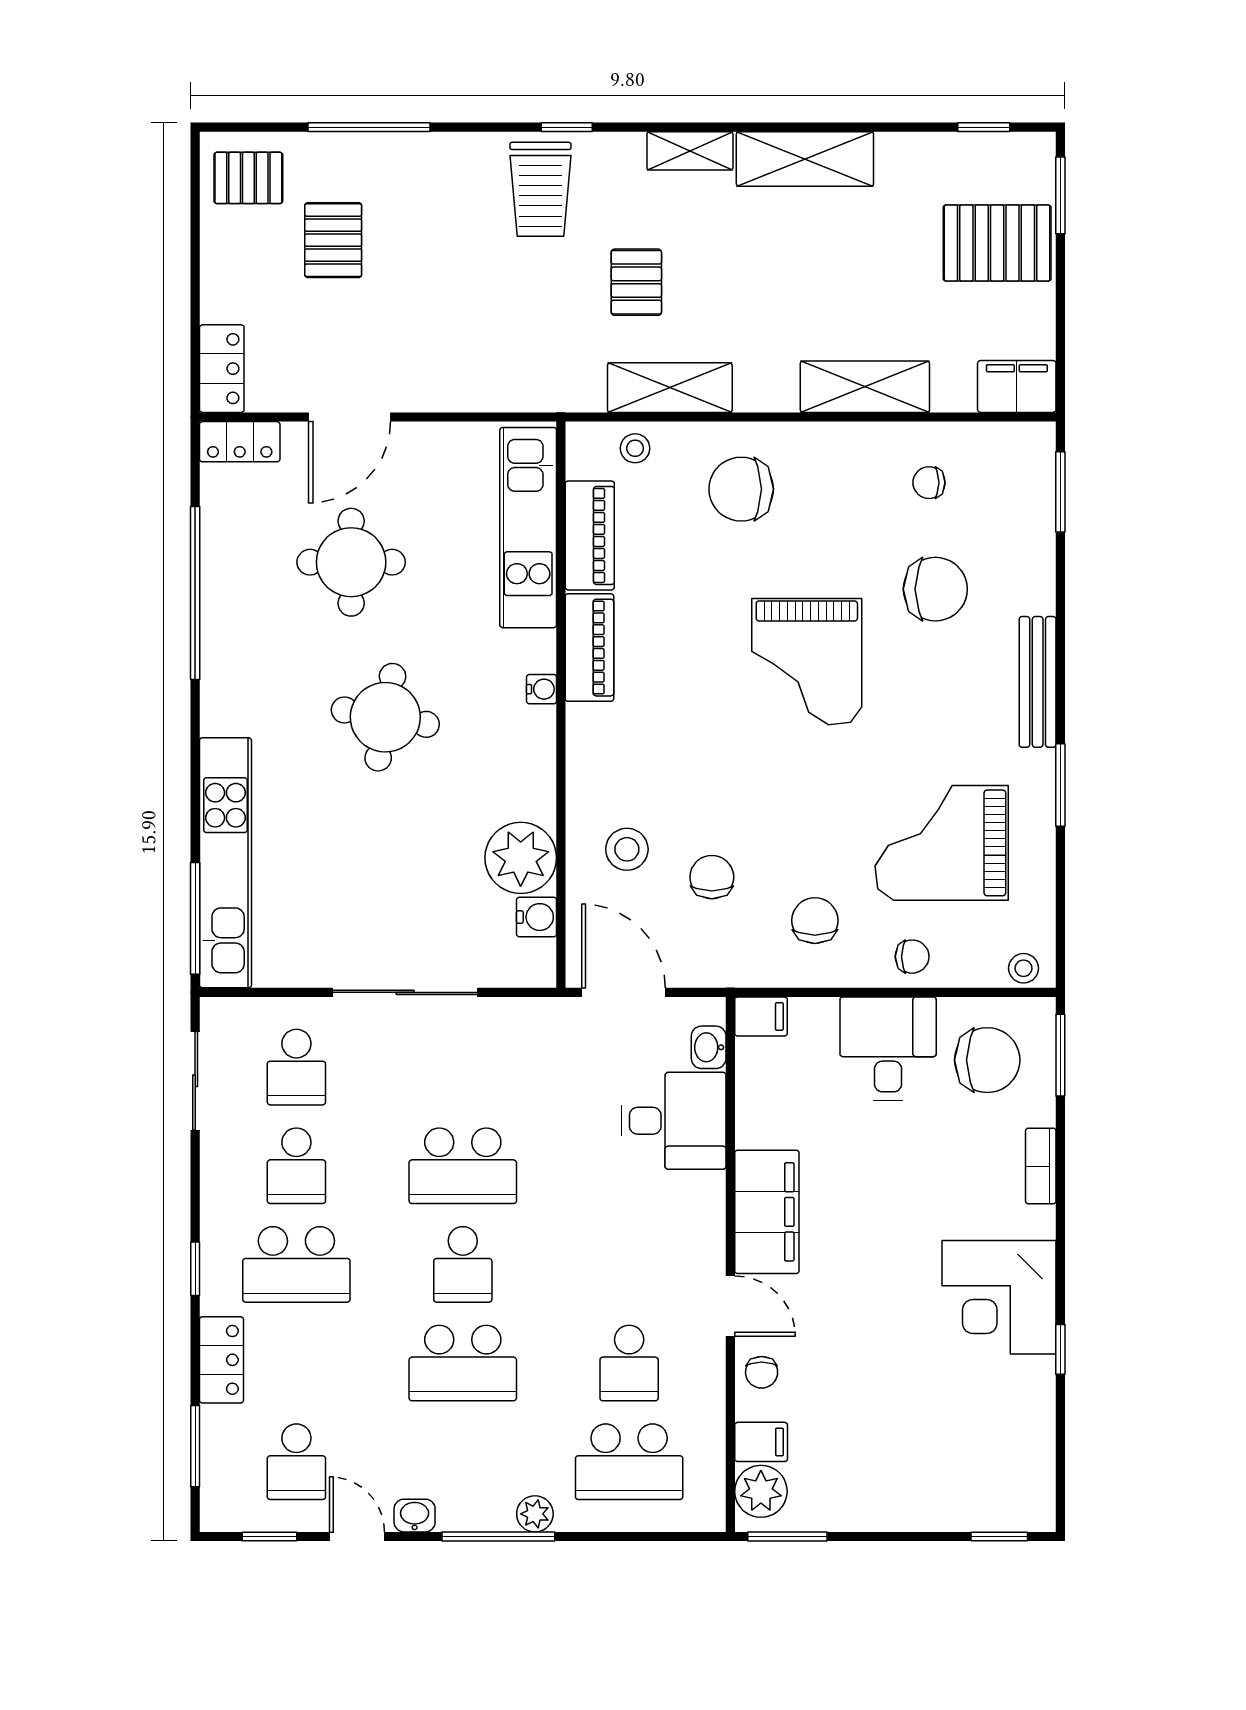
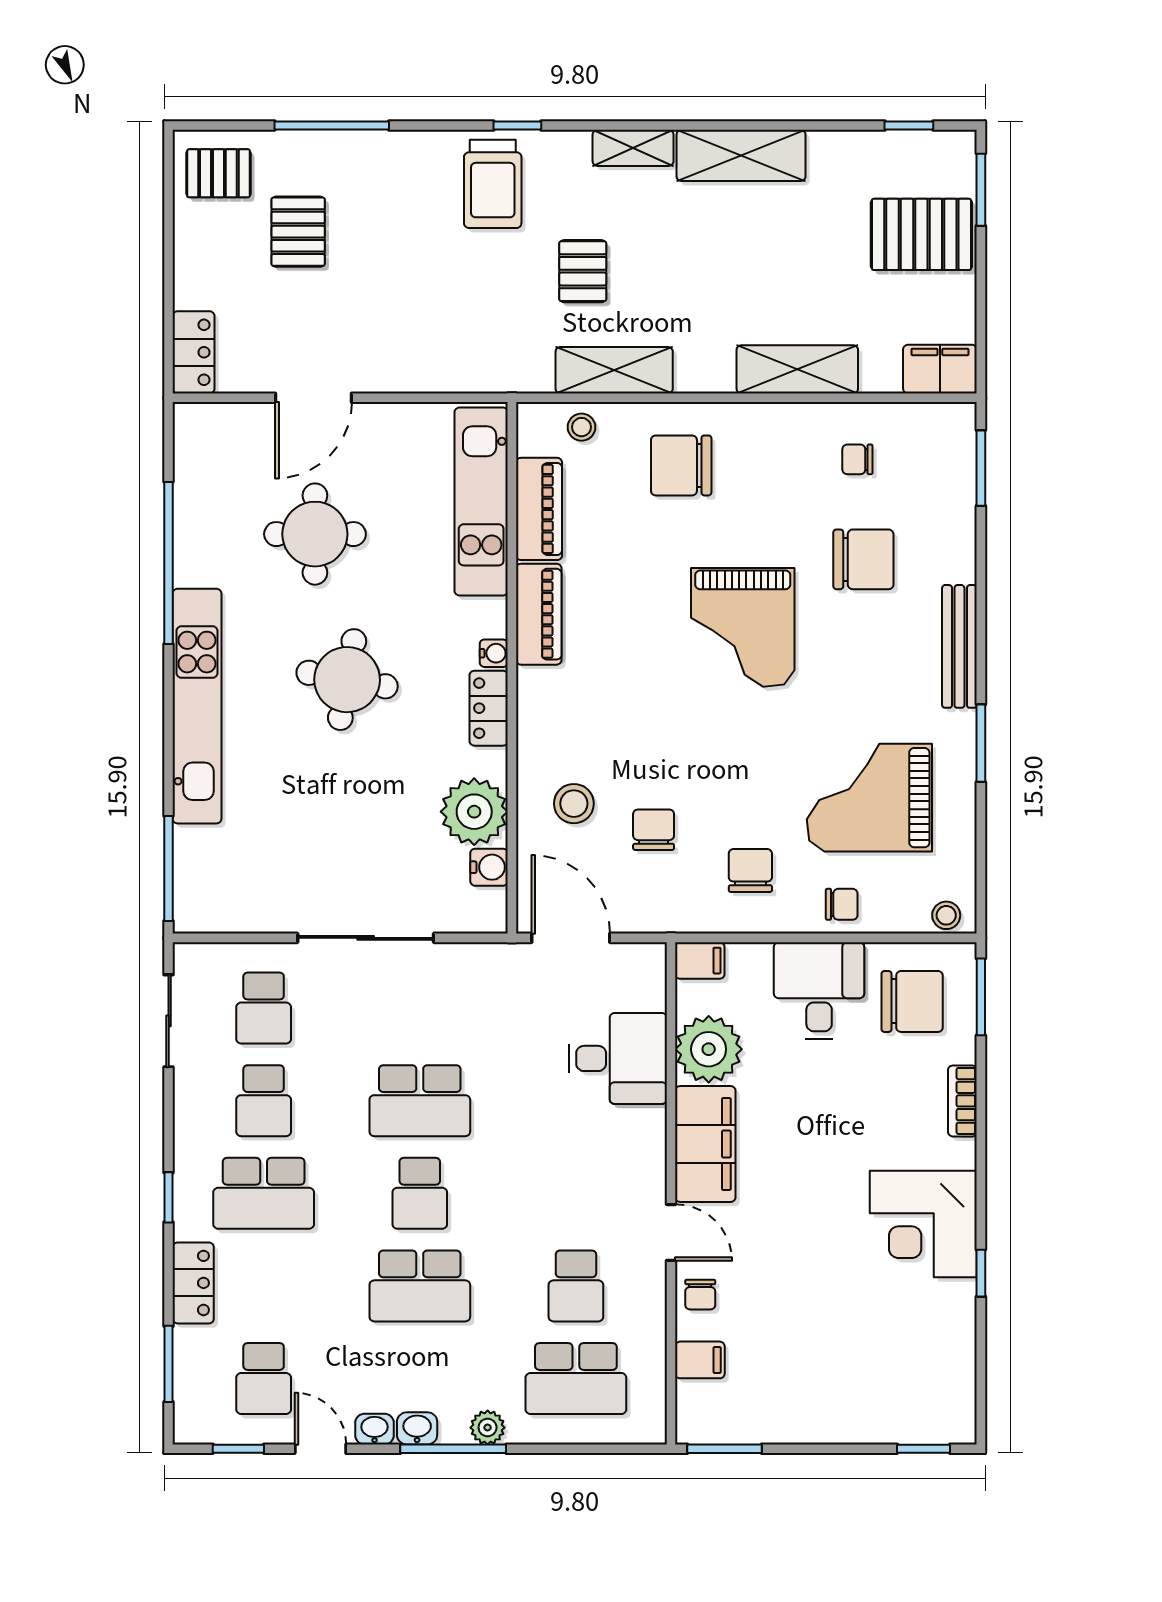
locker: (240, 442) -> (489, 708), moved, turned 90
kitchen unit: (225, 863) -> (197, 706), moved
washbasin: (709, 1047) -> (417, 1428), moved, turned 90
plant: (761, 1491) -> (709, 1049), moved, width x1.36, depth x1.36

